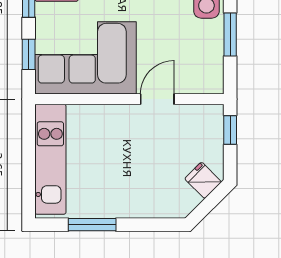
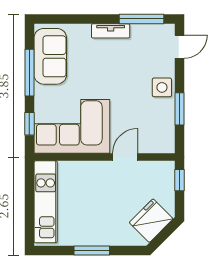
fridge: (203, 180) -> (151, 221), width x1.88, depth x1.34
window: (92, 225) -> (92, 251), moved

